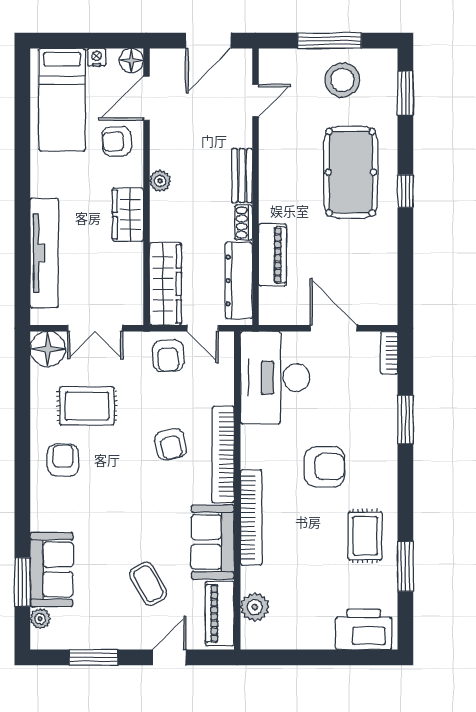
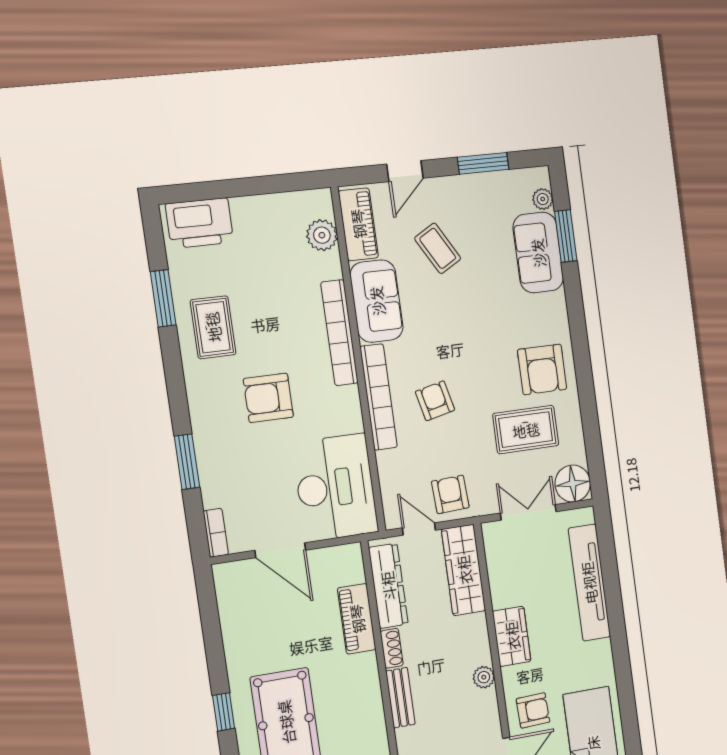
armchair: (63, 460) -> (542, 369), width x1.38, depth x1.38

